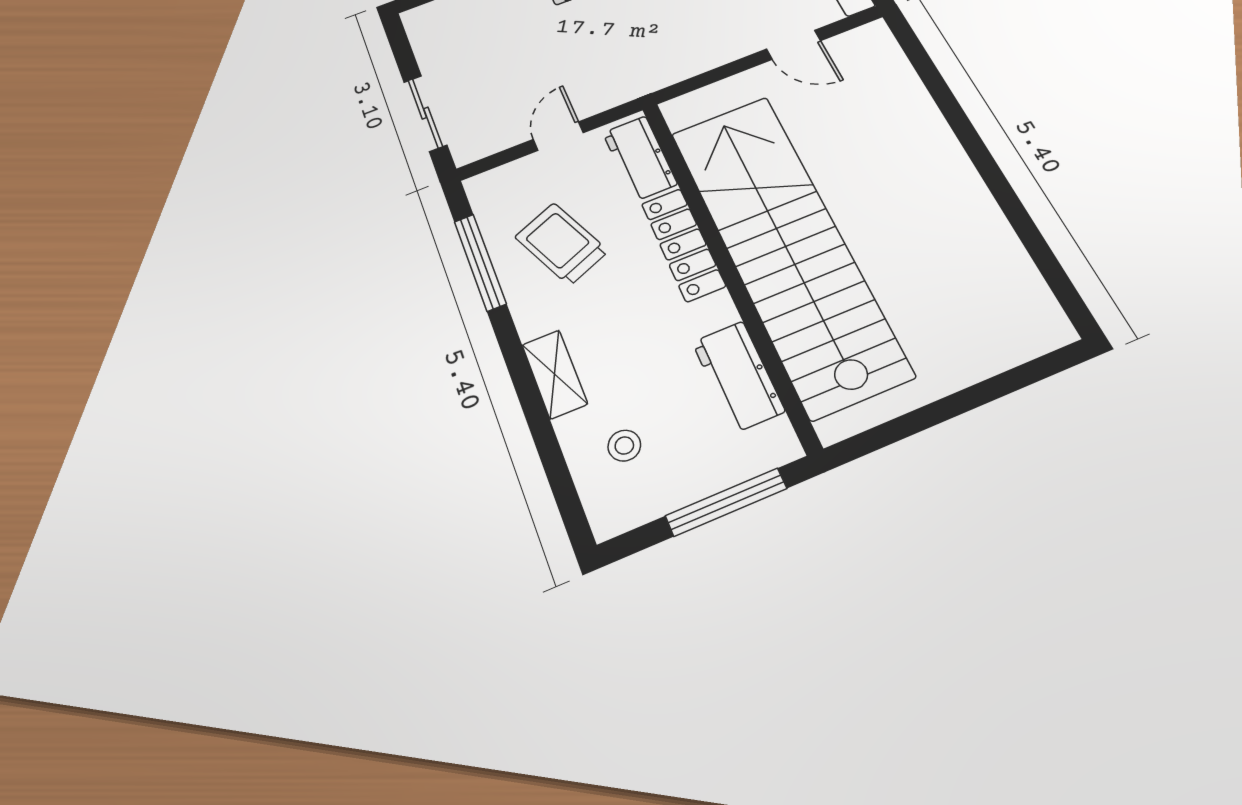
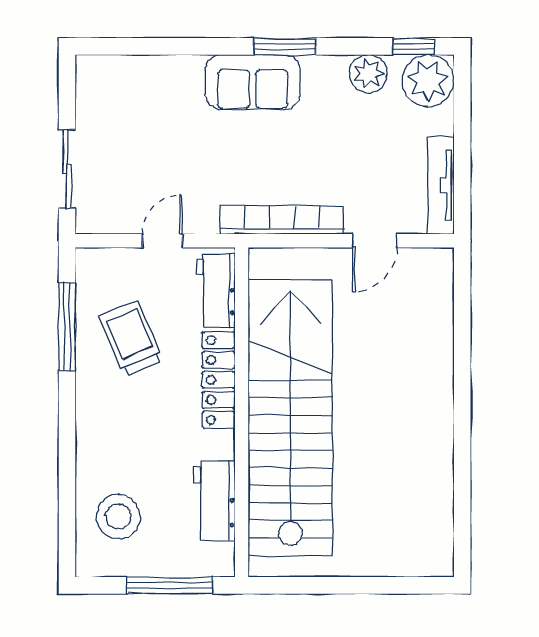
door: (793, 45) -> (375, 241), hinge flipped
bookcase: (683, 66) -> (282, 220), added
shelving: (555, 374) -> (90, 442), removed
stool: (624, 446) -> (118, 517), width x1.89, depth x1.89

